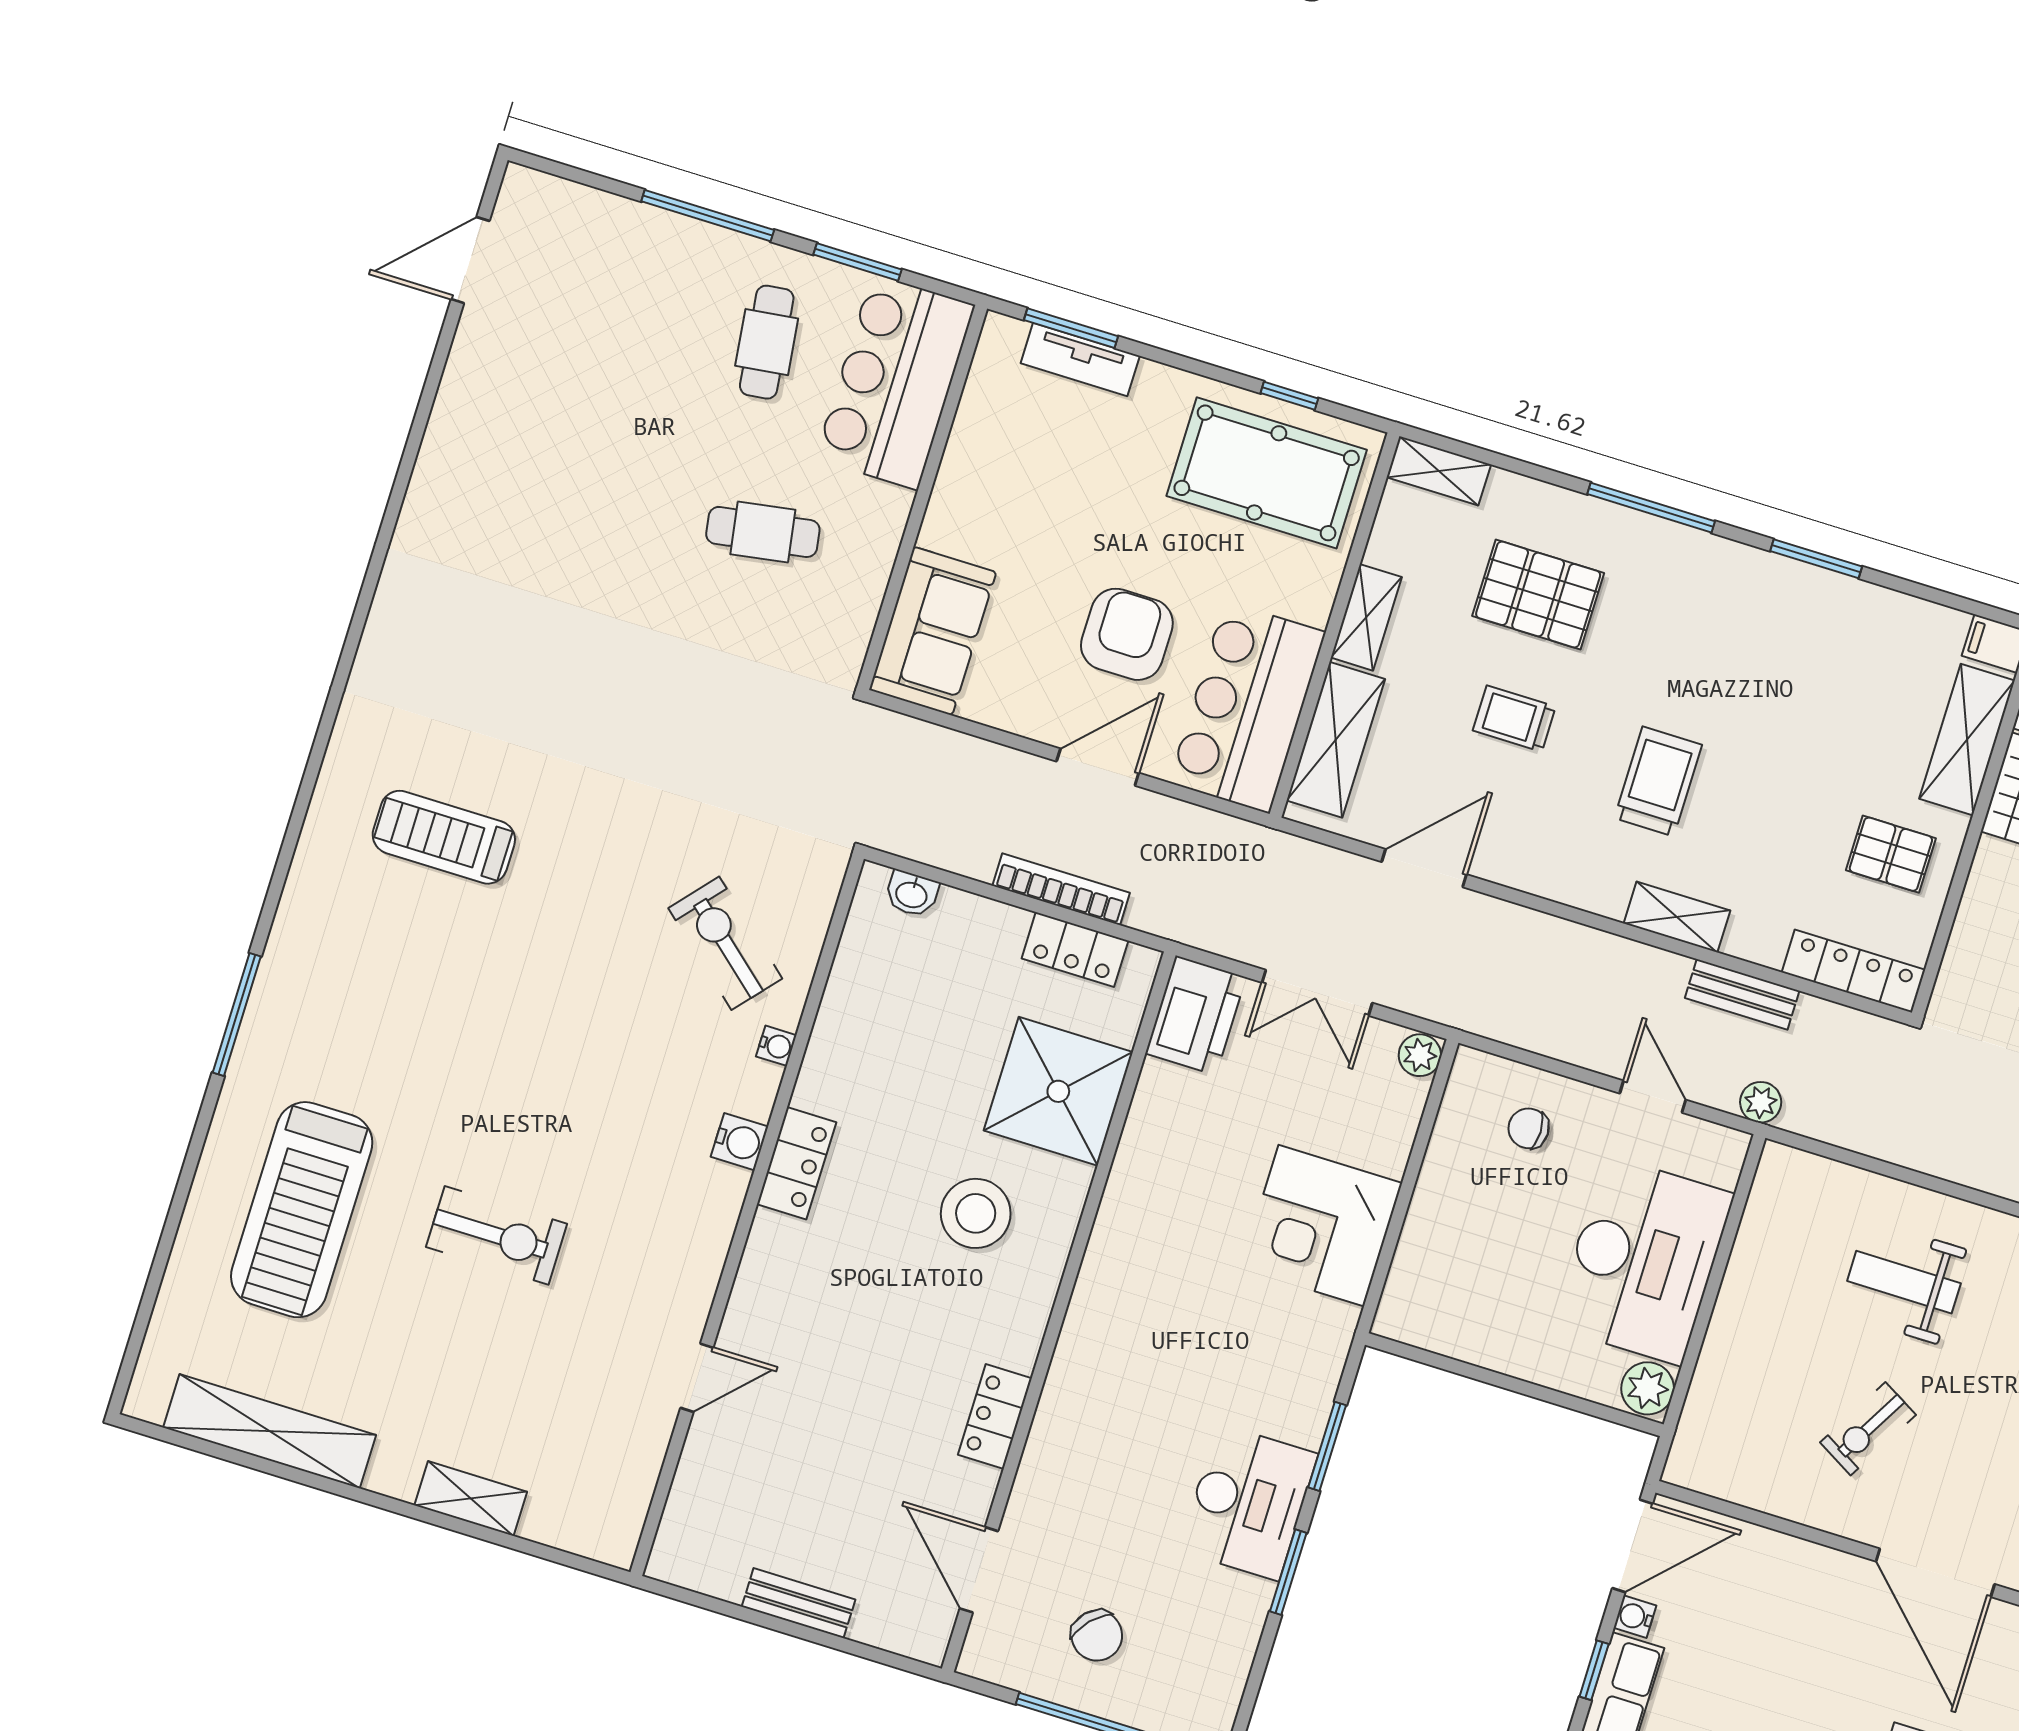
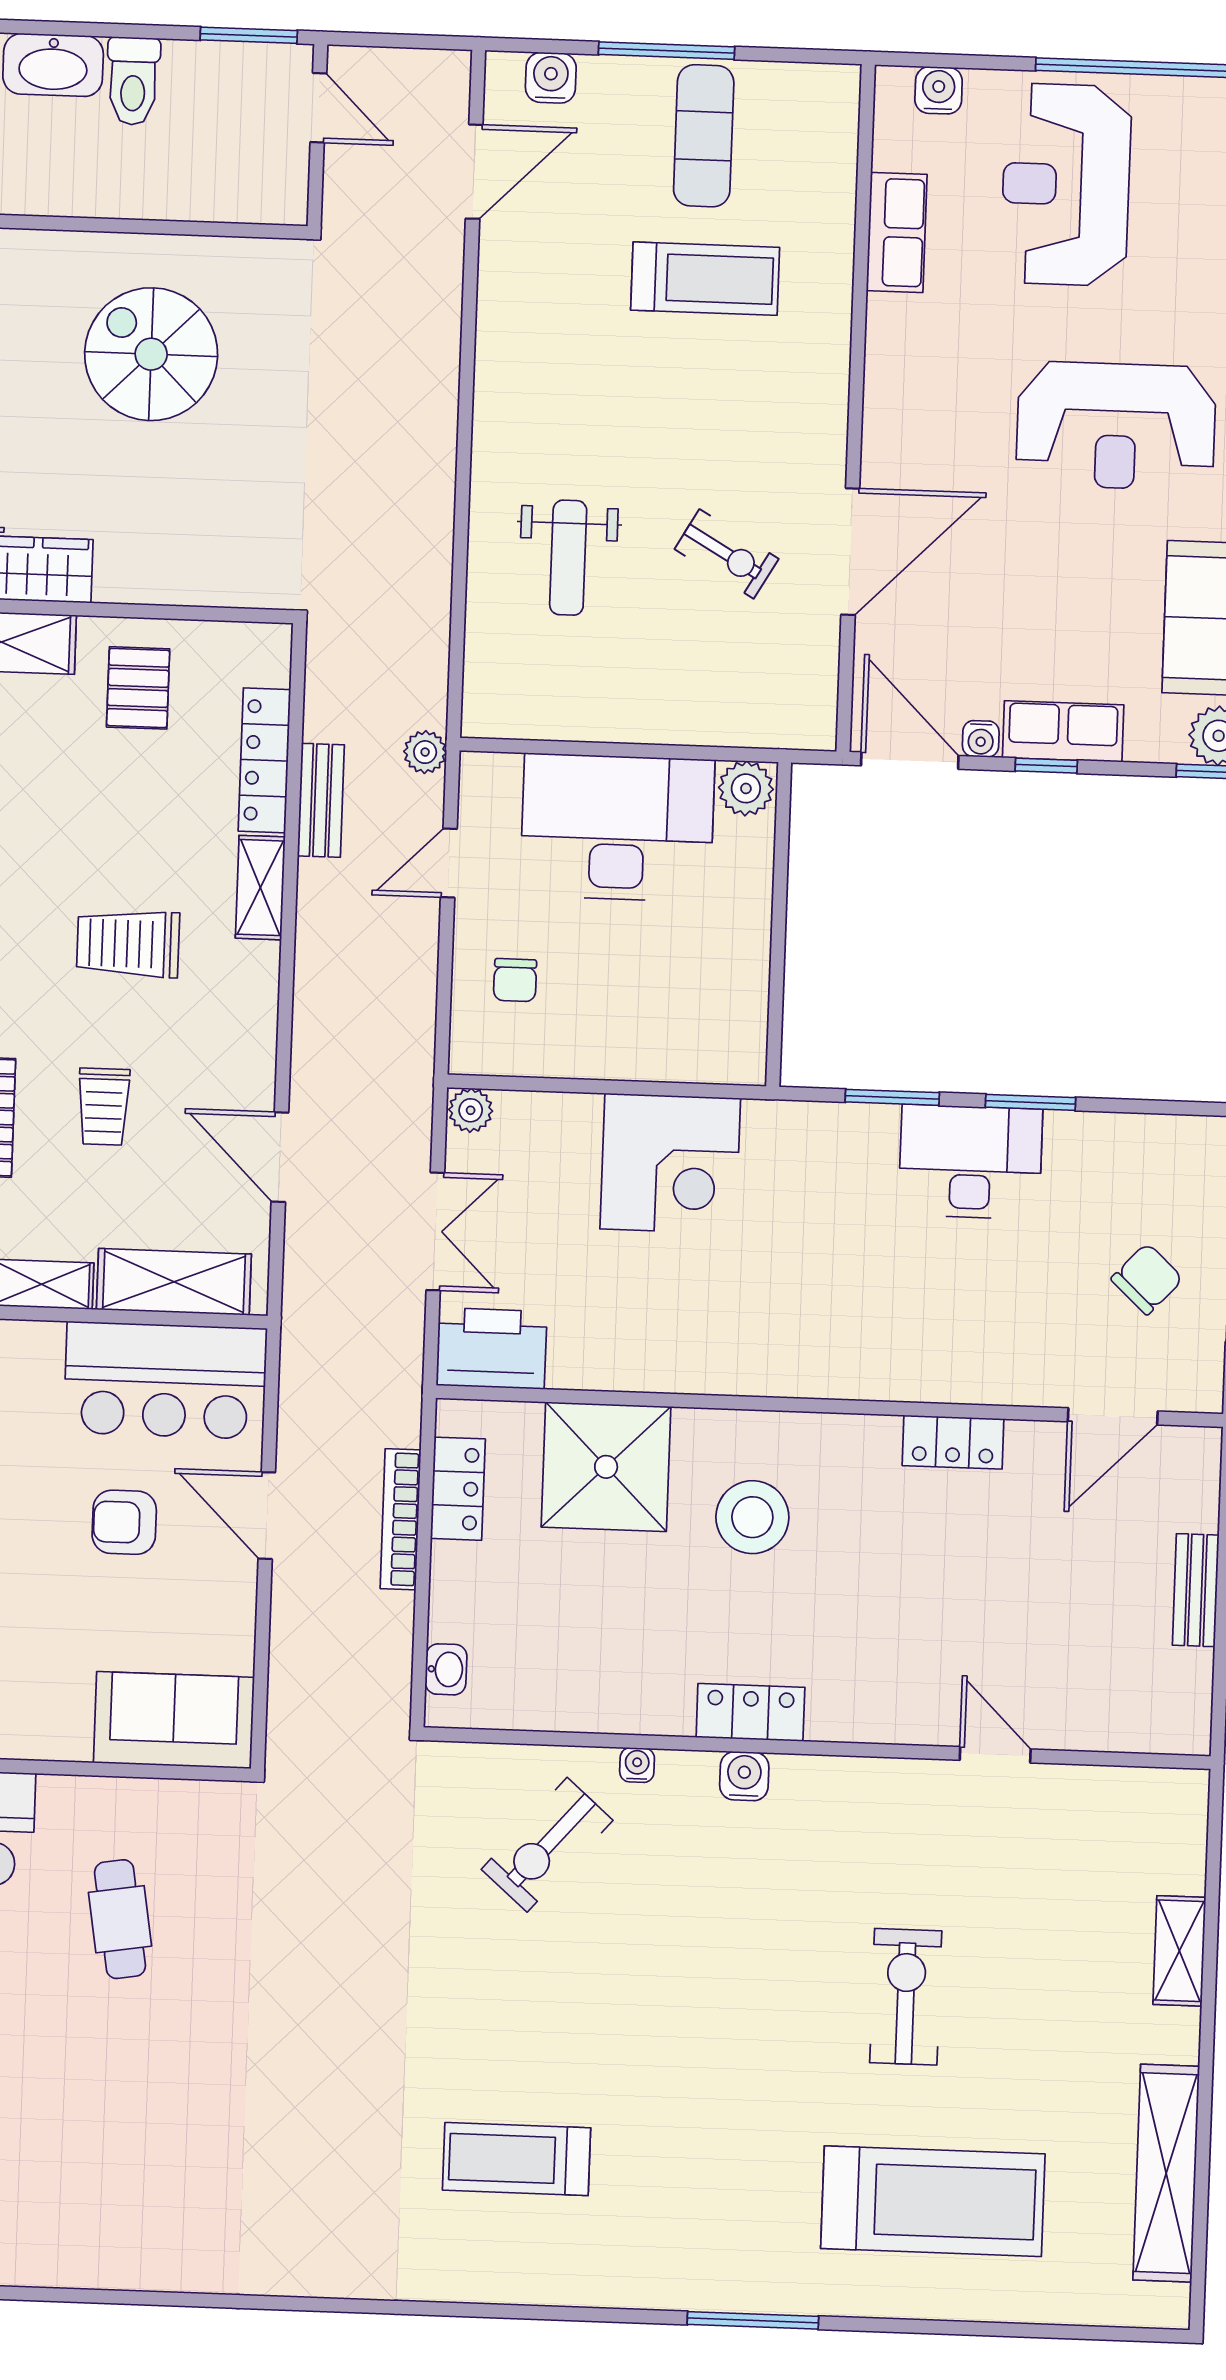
armchair: (1127, 634) -> (124, 1522), width x0.72, depth x0.72
treadmill: (444, 837) -> (517, 2159), turned 90
locker: (1853, 971) -> (264, 760), moved
door: (1935, 1573) -> (850, 552), moved

